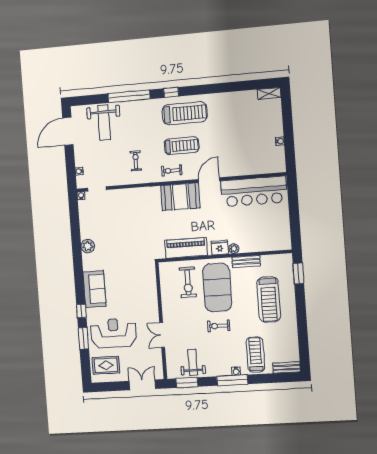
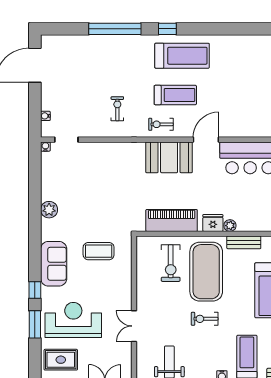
weight bench: (104, 123) -> (81, 58), removed
coffee table: (129, 277) -> (99, 251), added

